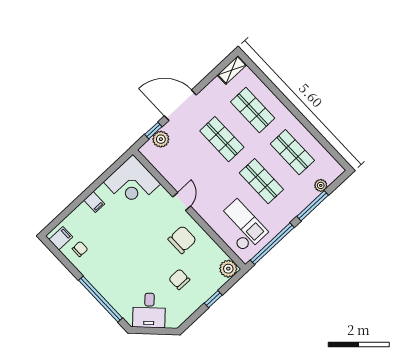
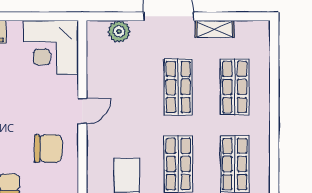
shelving: (232, 70) -> (215, 29), moved
window: (153, 131) -> (120, 16), removed

